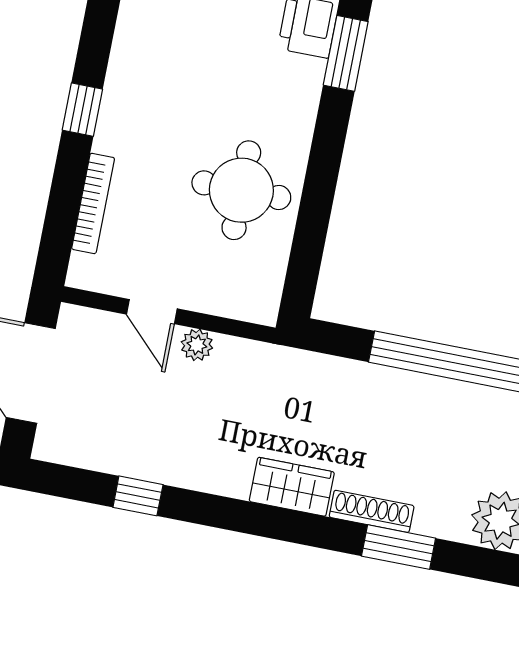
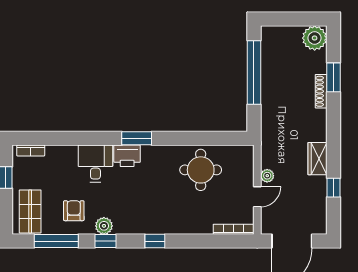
window: (82, 110) -> (155, 241), moved
bookcase: (93, 203) -> (234, 229), moved
wardrobe: (292, 487) -> (317, 159), moved

